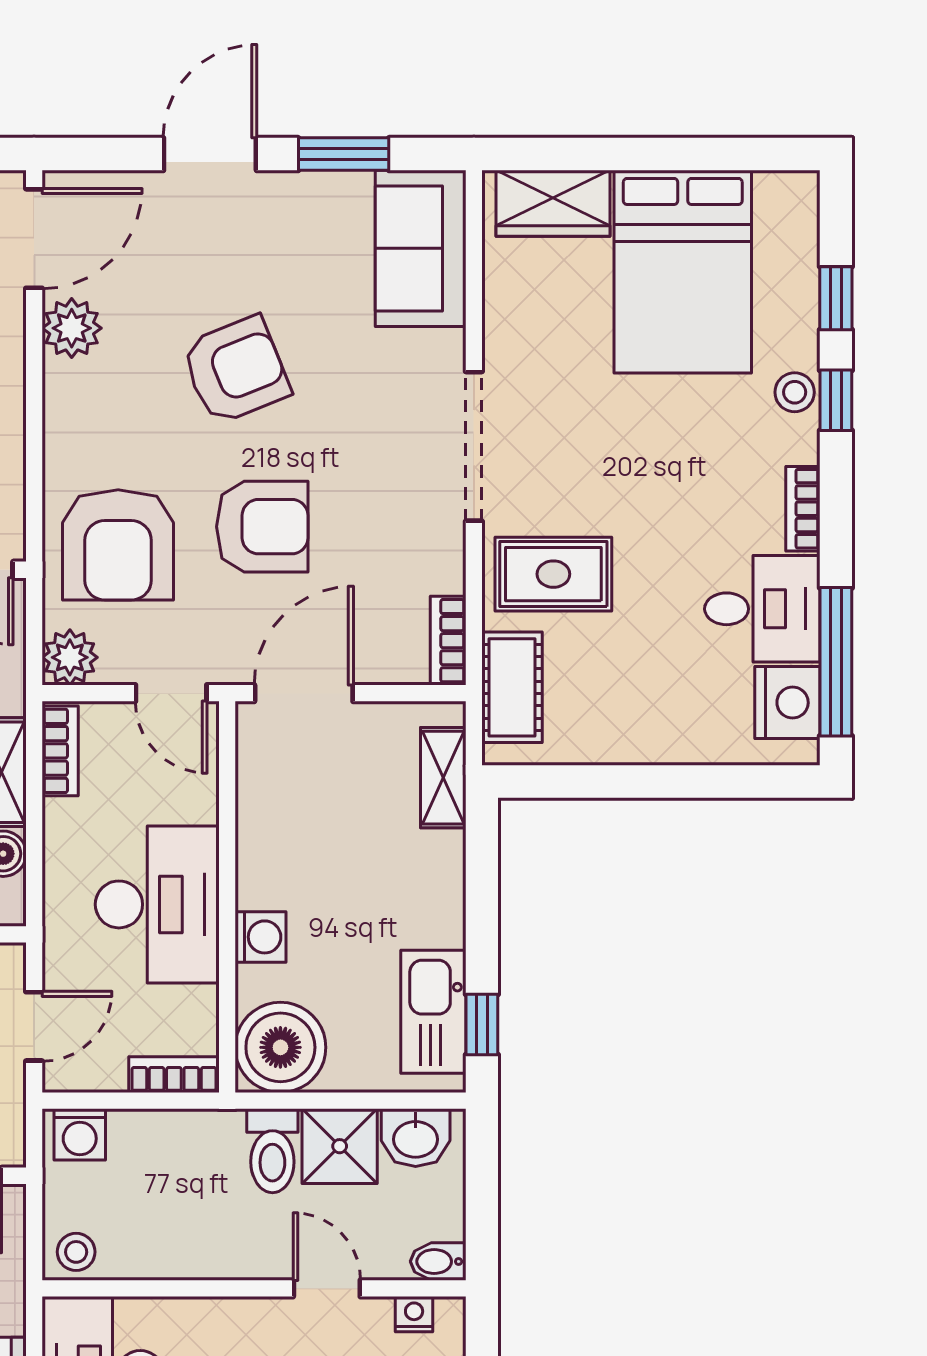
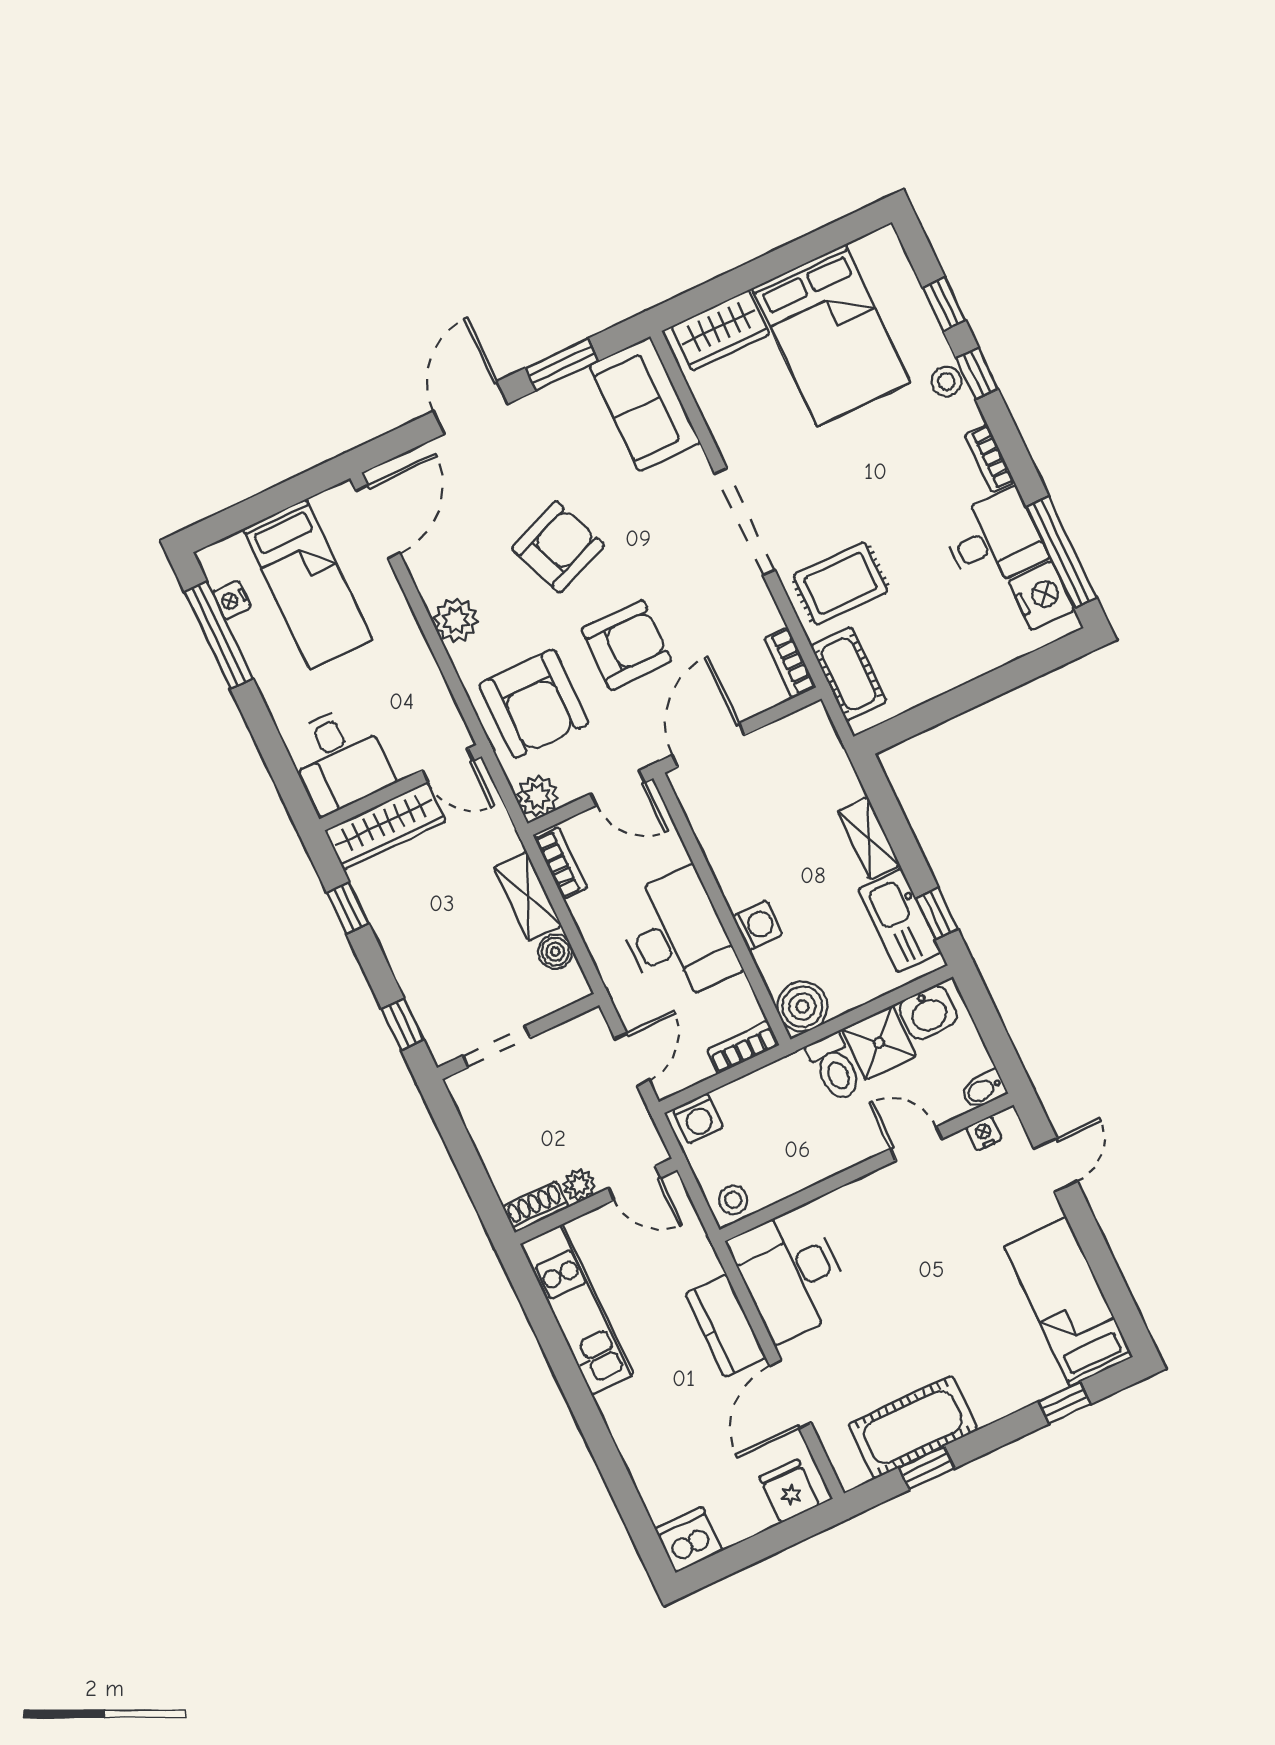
plant: (72, 328) -> (456, 620), moved
shelving: (443, 778) -> (869, 838), moved
boiler: (280, 1047) -> (802, 1007), width x0.73, depth x0.73

